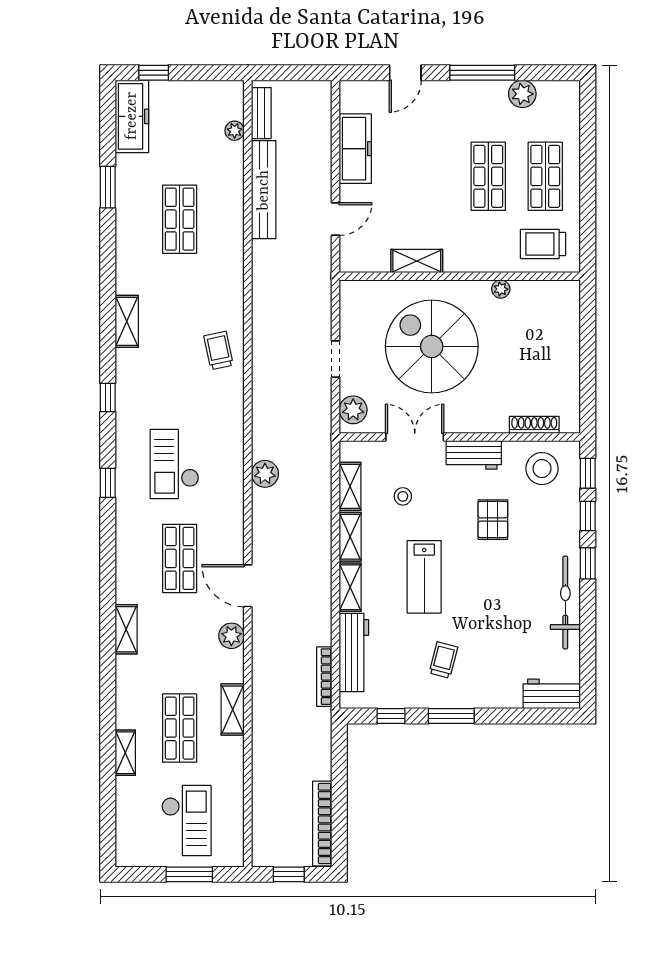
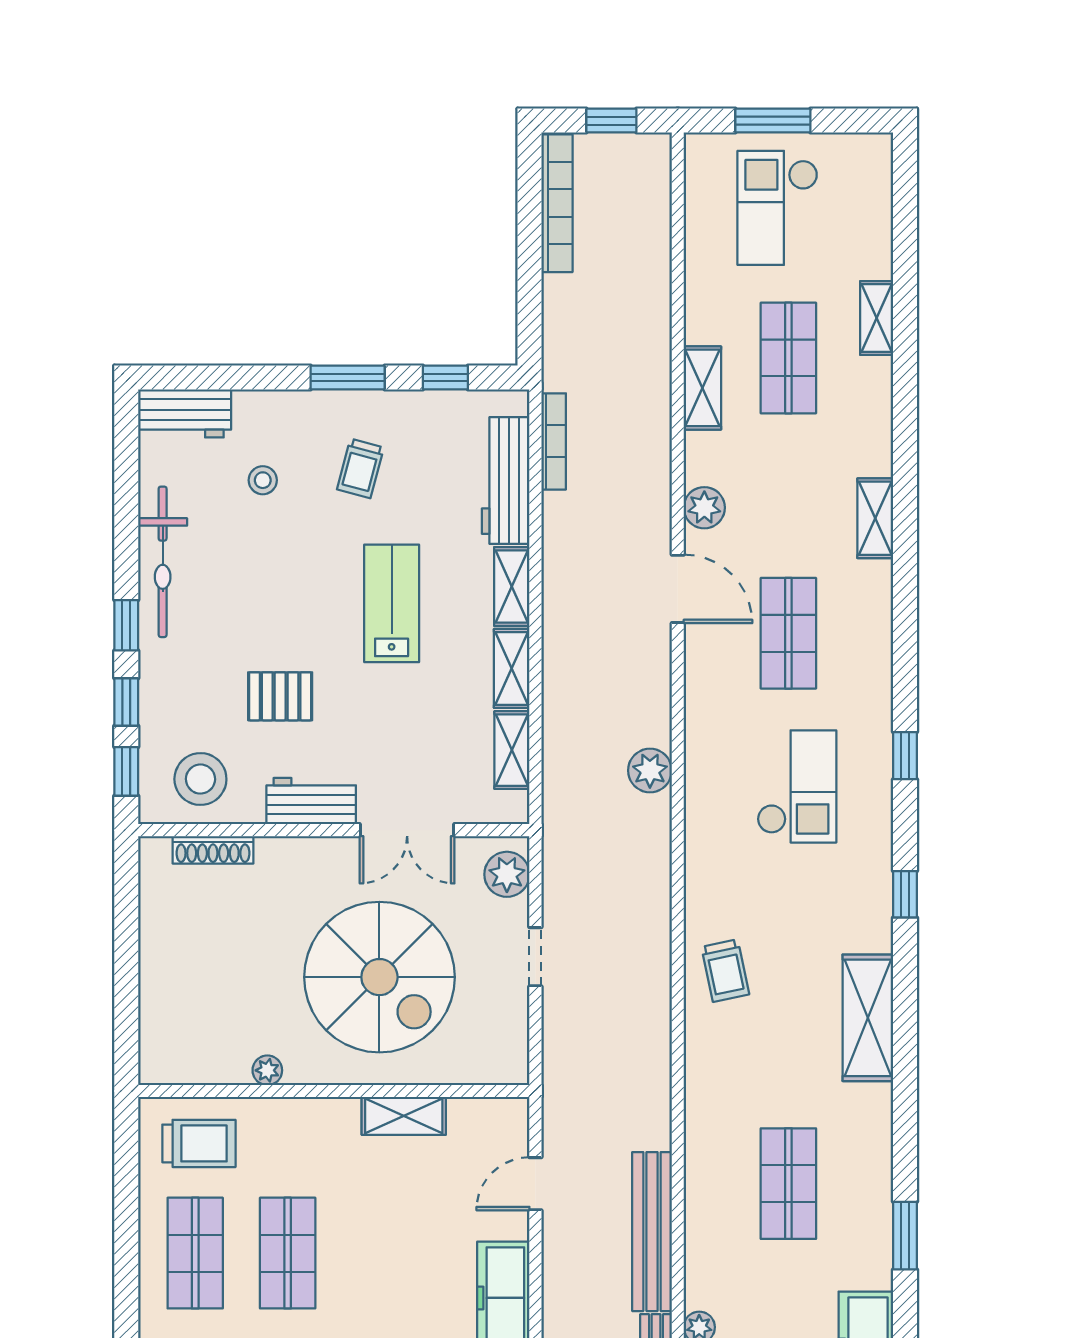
shelving: (127, 321) -> (868, 1018), width x1.50, depth x1.33
stool: (403, 496) -> (263, 480), moved
pallet: (493, 520) -> (280, 696), turned 90

